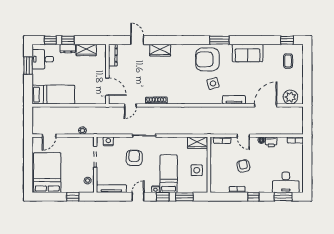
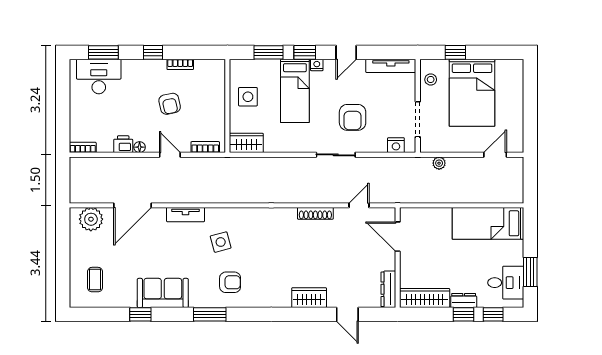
window: (287, 40) -> (140, 314), moved
wardrobe: (86, 50) -> (425, 298), width x1.50
armchair: (207, 59) -> (230, 282), width x0.53, depth x0.53
bed: (47, 173) -> (472, 93), moved

